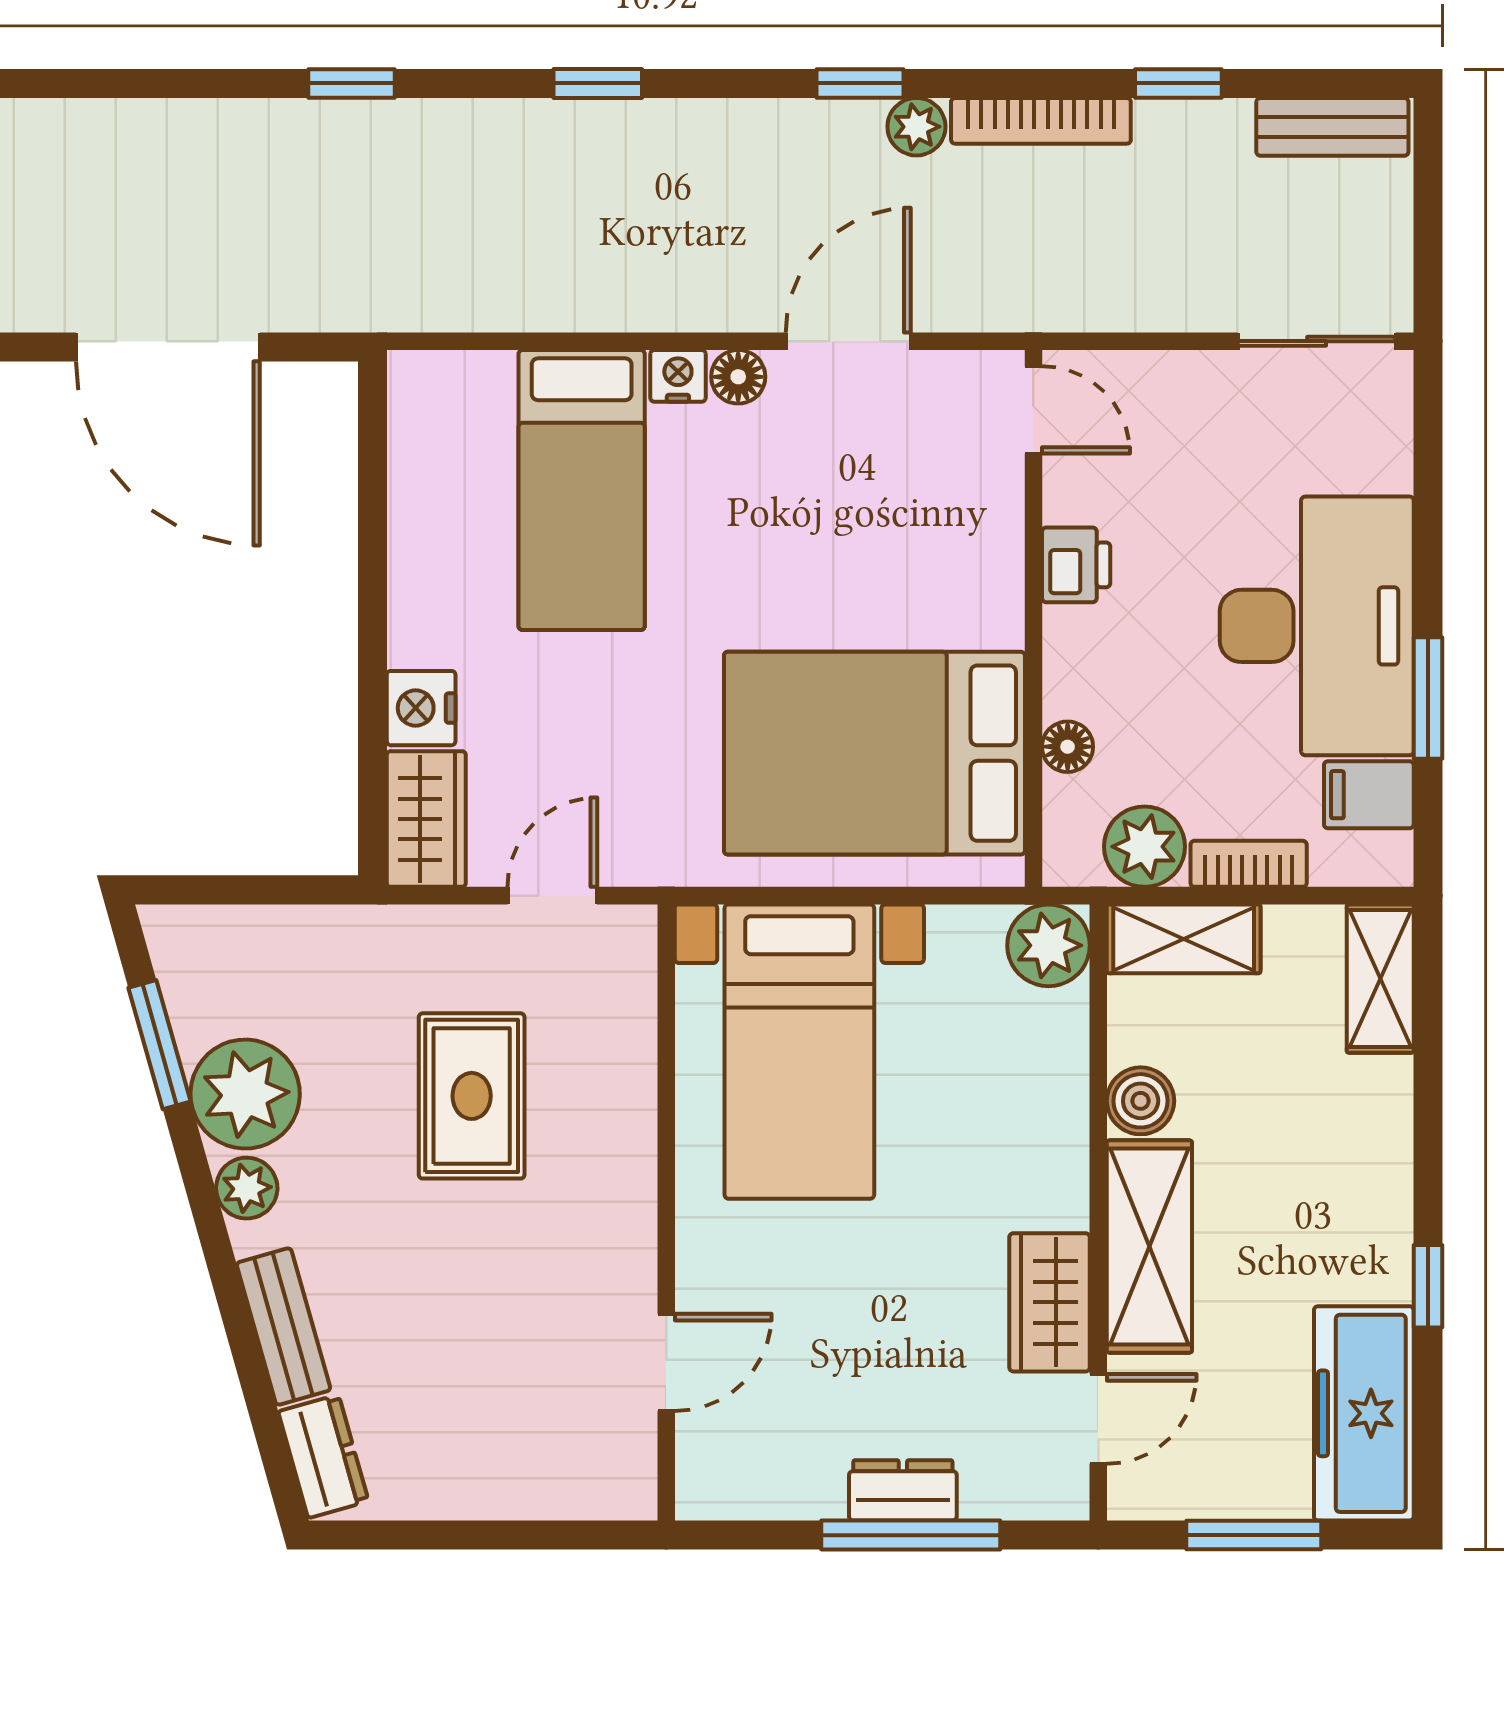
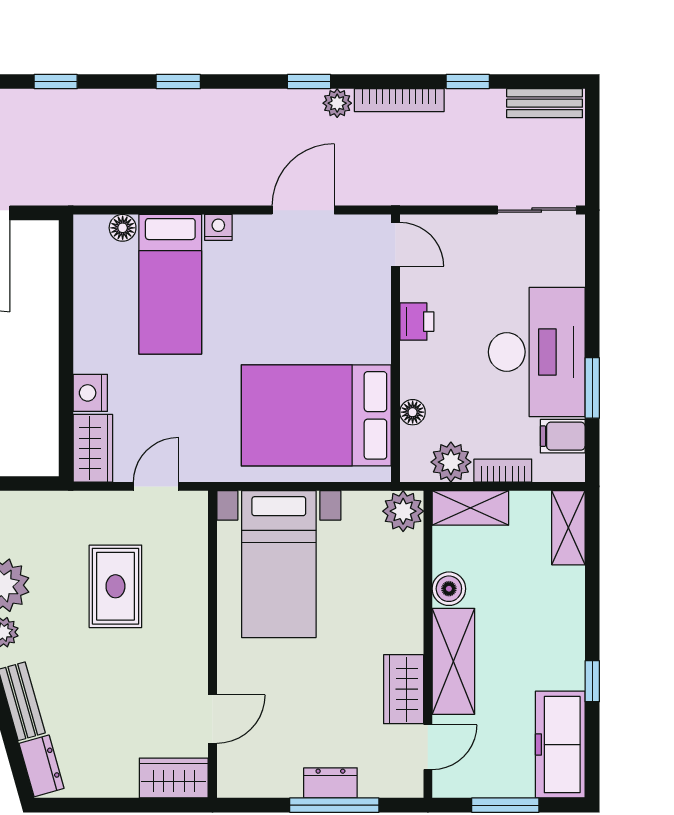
floor lamp: (738, 377) -> (123, 228), moved
wardrobe: (589, 1481) -> (174, 778), added

